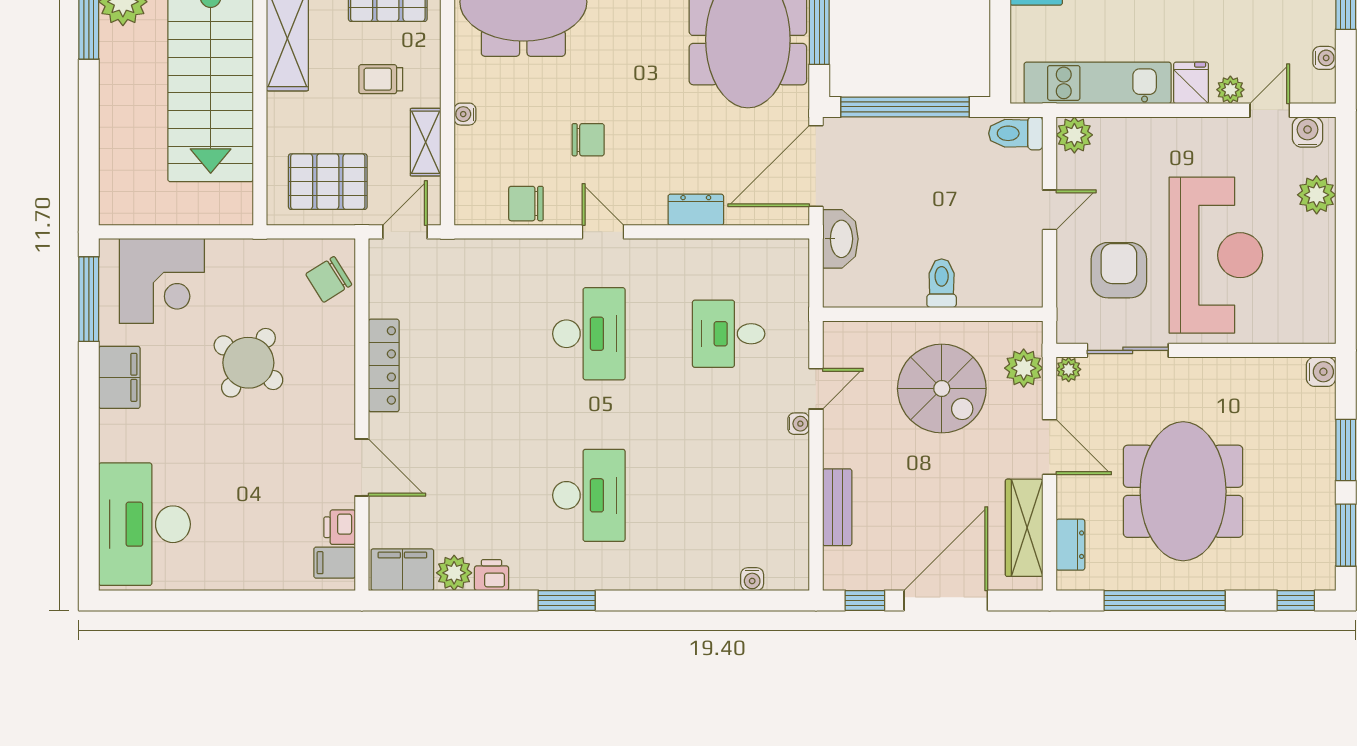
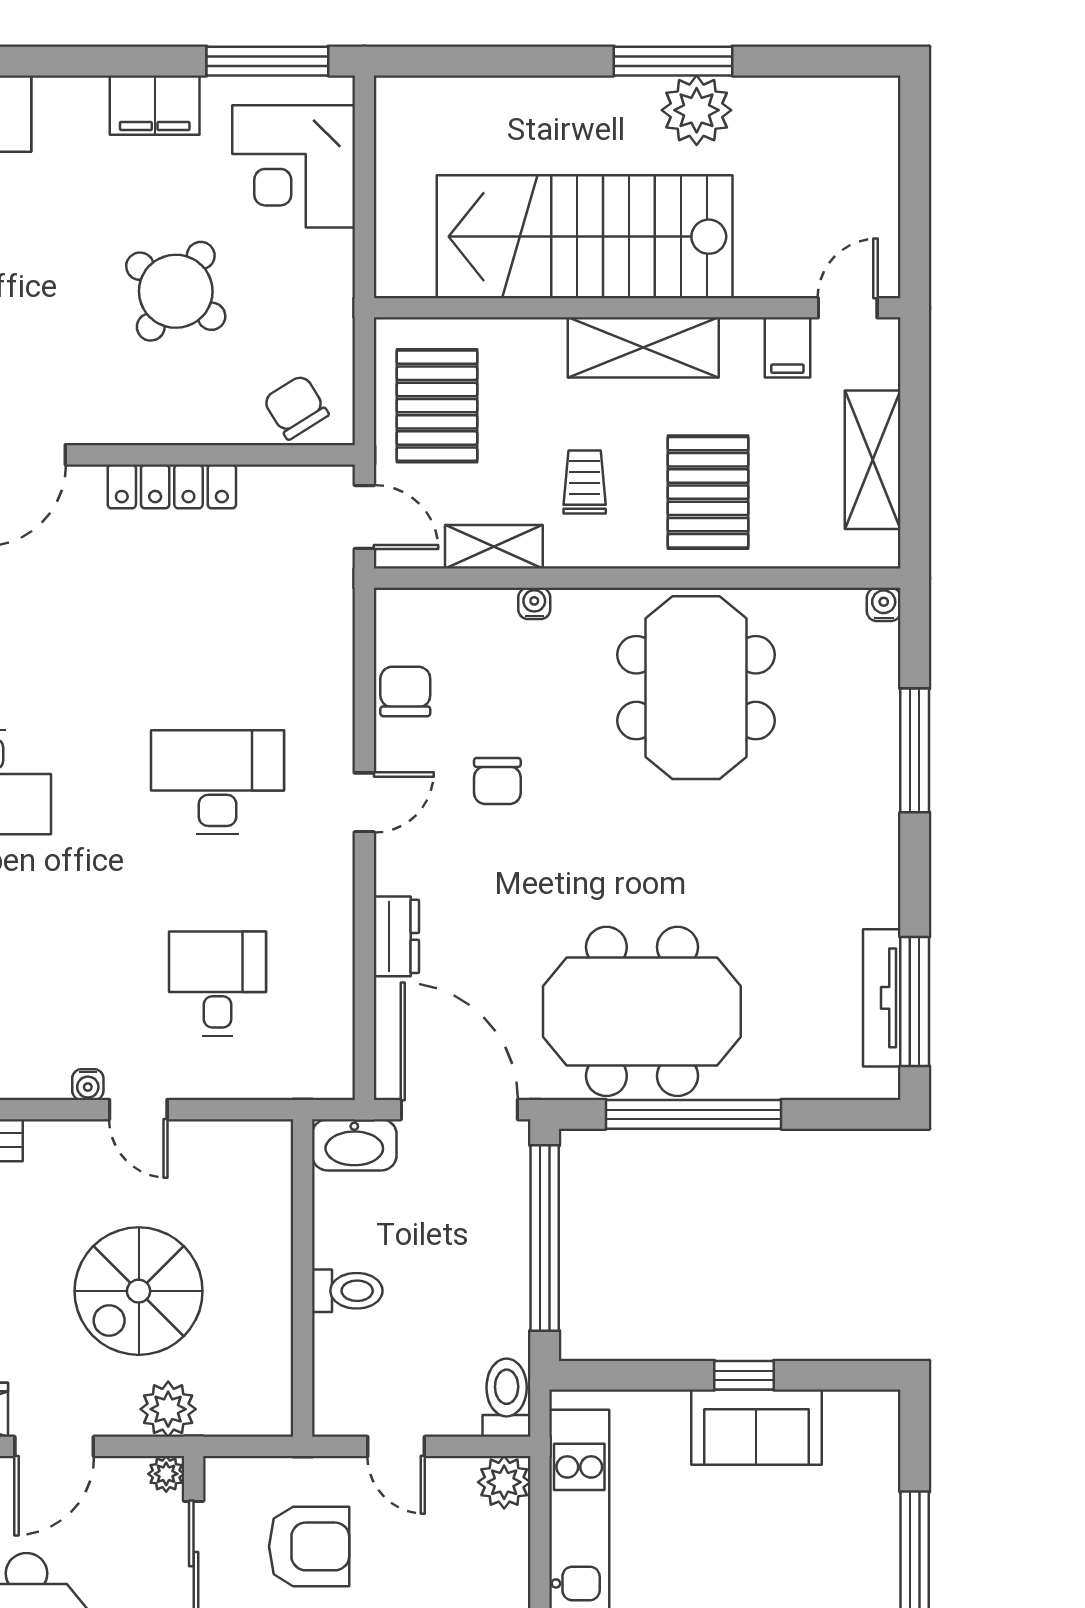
toilet: (942, 283) -> (347, 1291), moved
wall: (933, 314) -> (303, 1278), moved
desk: (589, 334) -> (218, 782), turned 180

